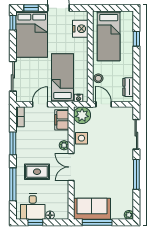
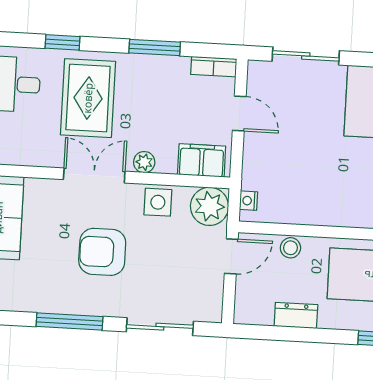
bed: (63, 78) -> (296, 167), removed
dresser: (128, 87) -> (296, 315), moved
armchair: (105, 162) -> (102, 252), added
rug: (37, 172) -> (88, 98), width x1.36, depth x1.43
window: (13, 184) -> (62, 42), width x0.46

